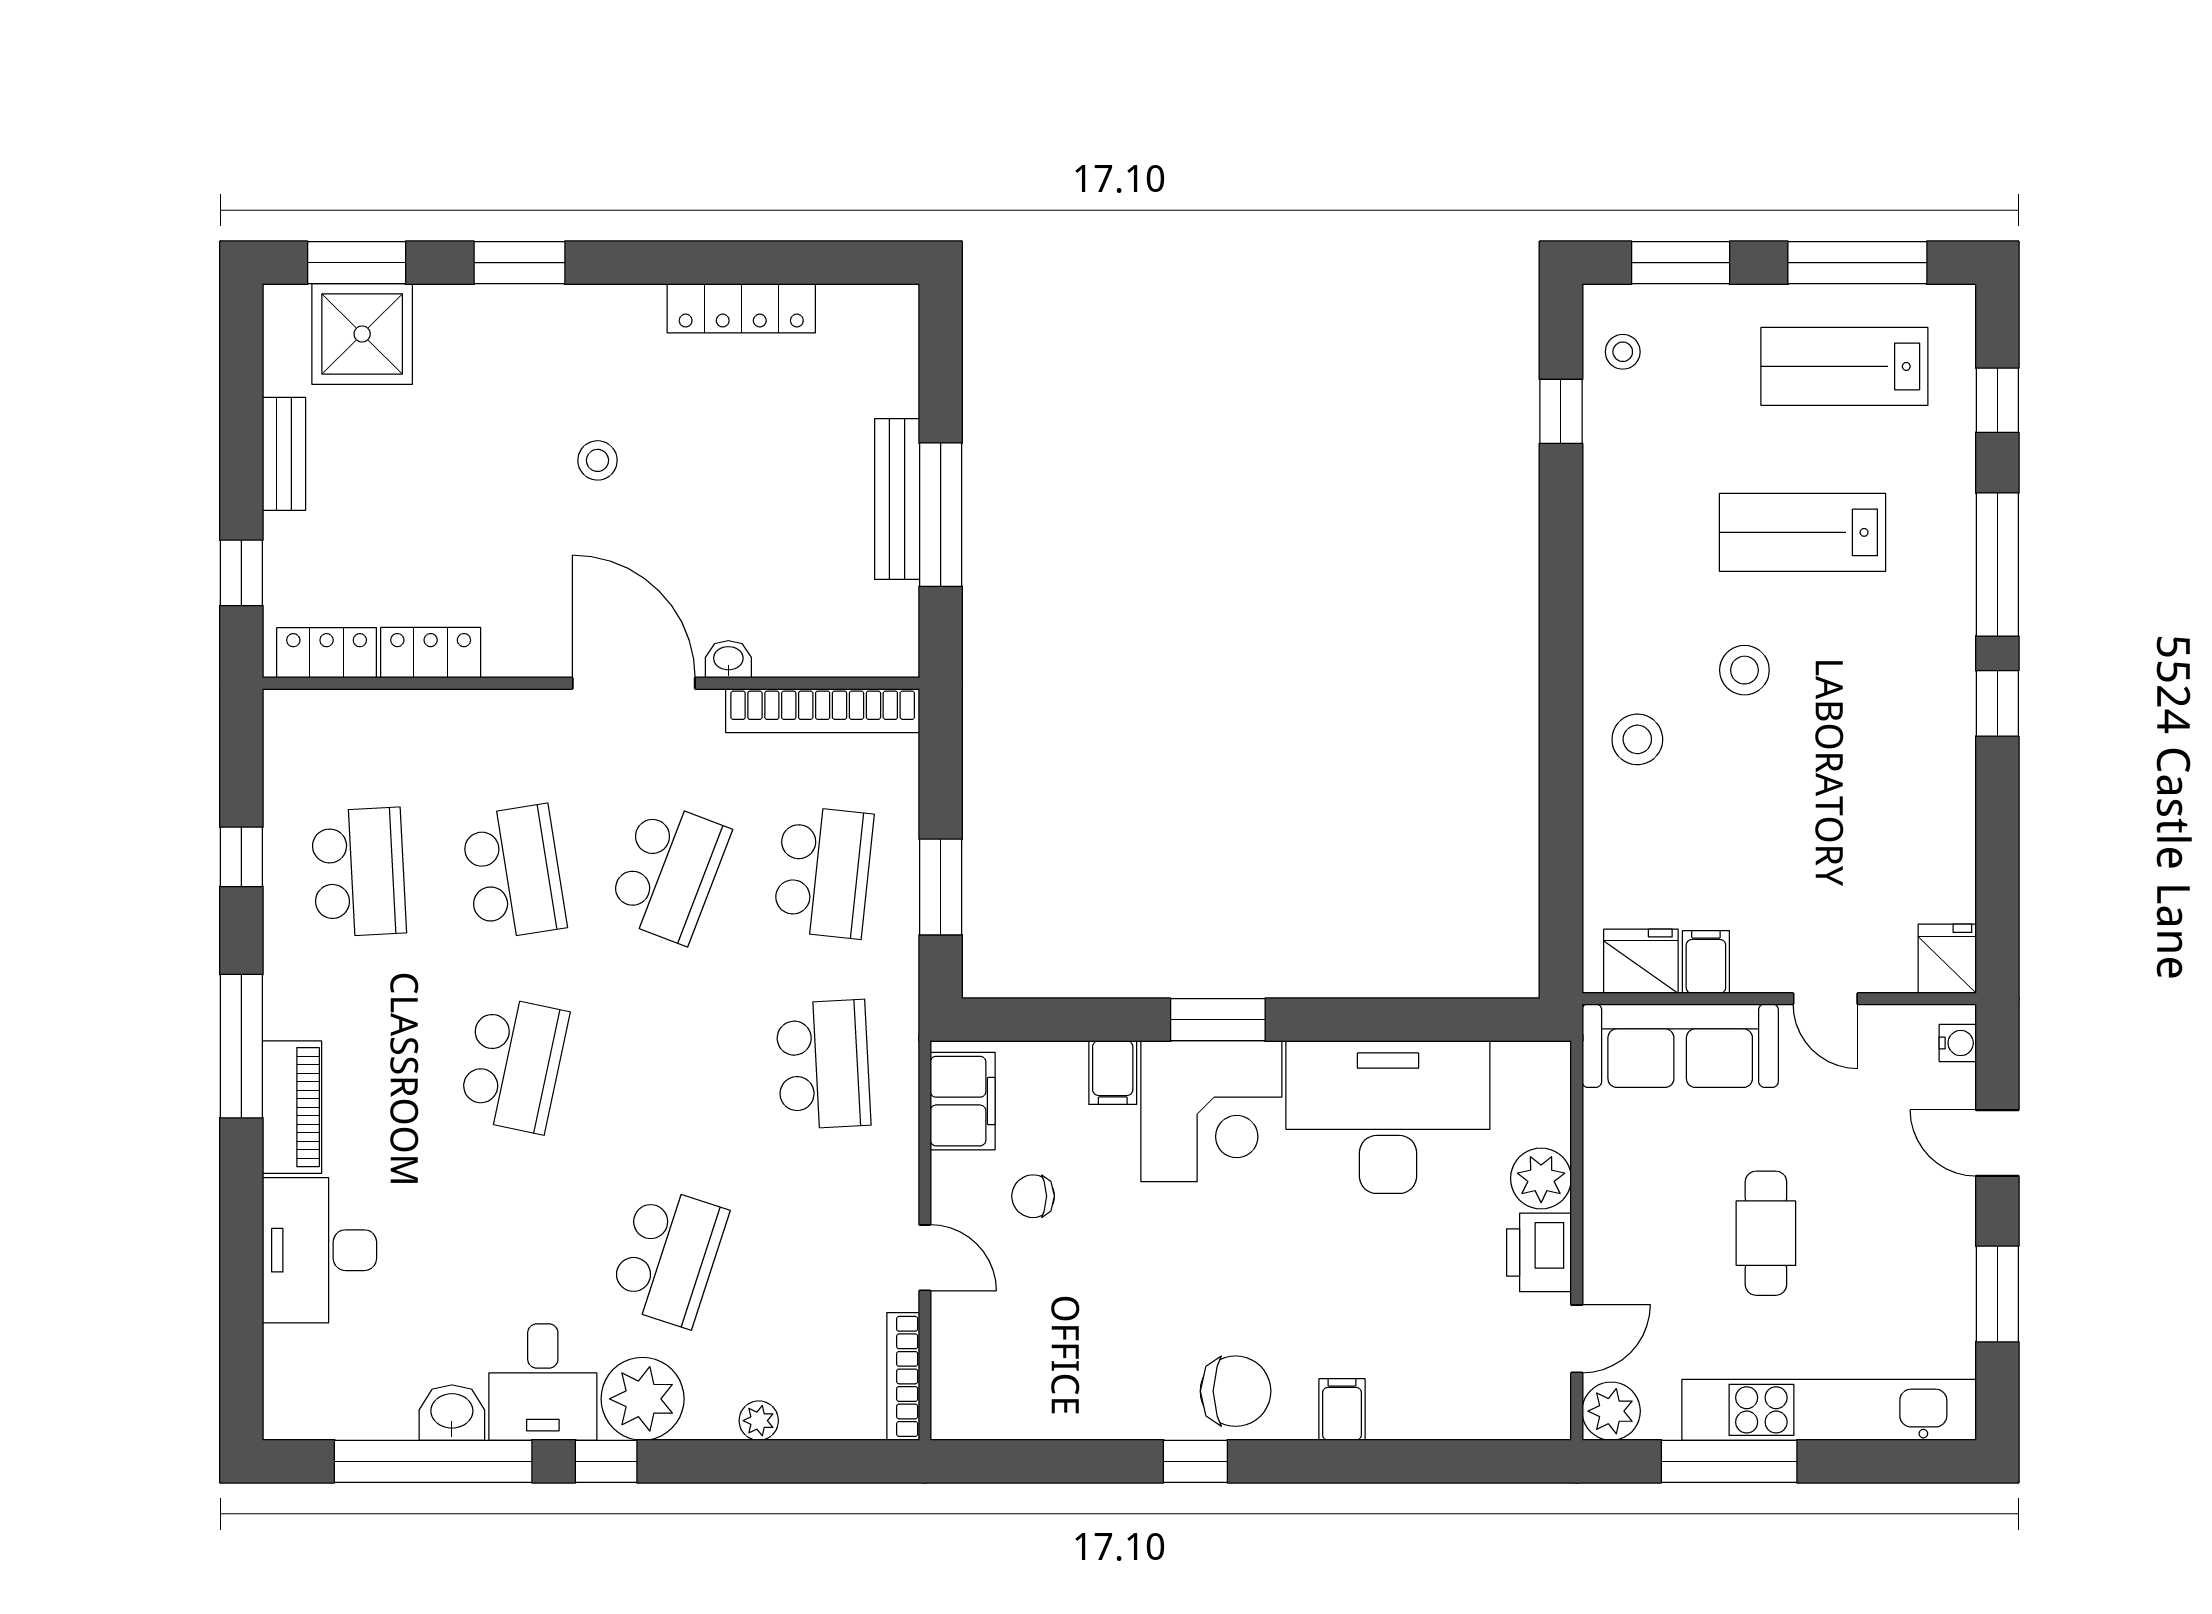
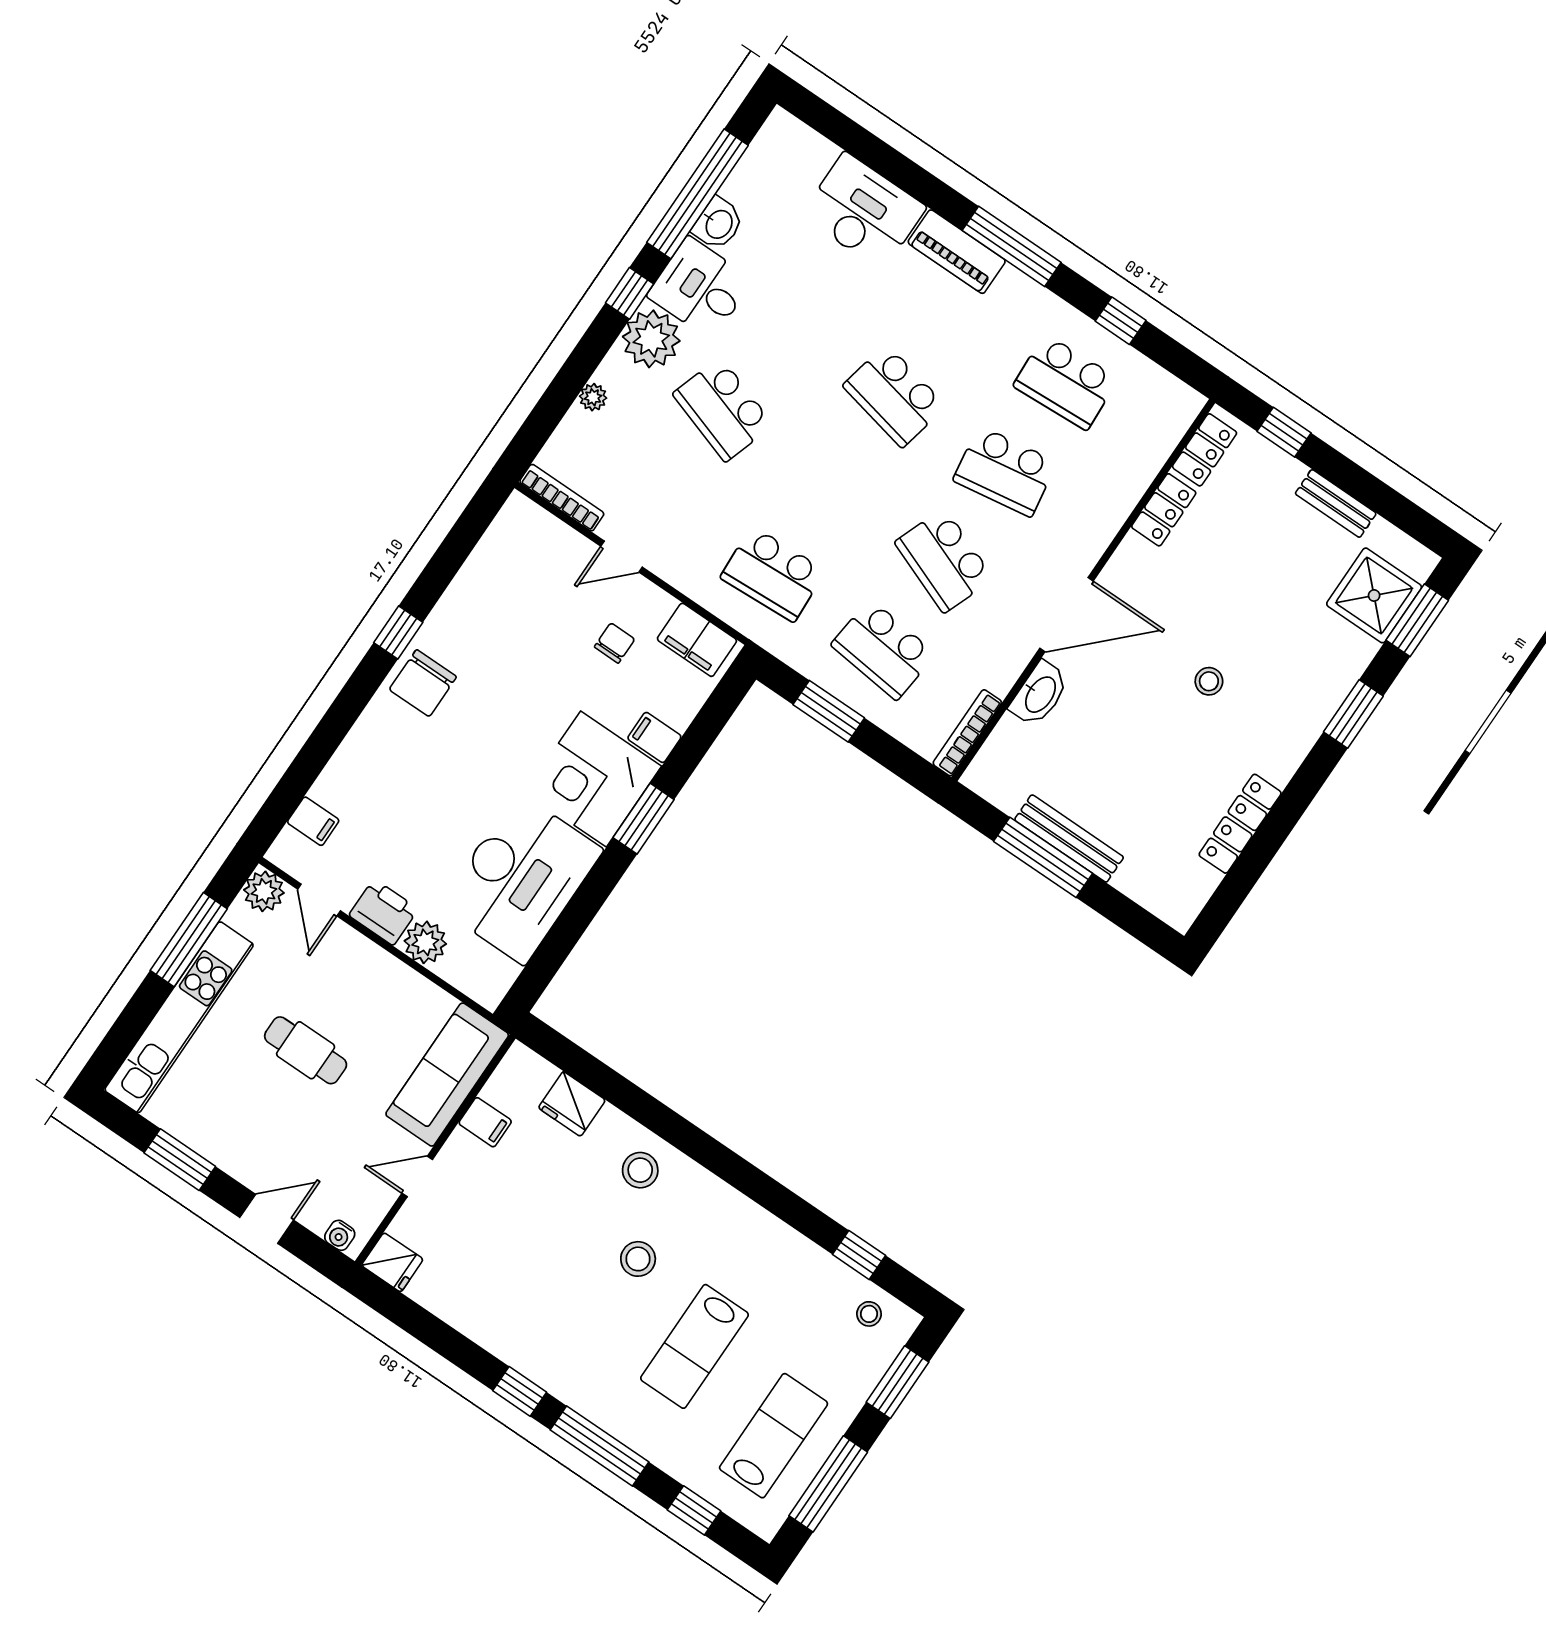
lab bench: (1803, 532) -> (694, 1346), turned 180
washbasin: (728, 659) -> (1040, 694), width x1.91, depth x1.45
bookcase: (823, 711) -> (967, 733), width x0.68, depth x0.76
fridge: (1641, 961) -> (572, 1104), moved, turned 90
filing cabinet: (1342, 1409) -> (313, 821), moved

